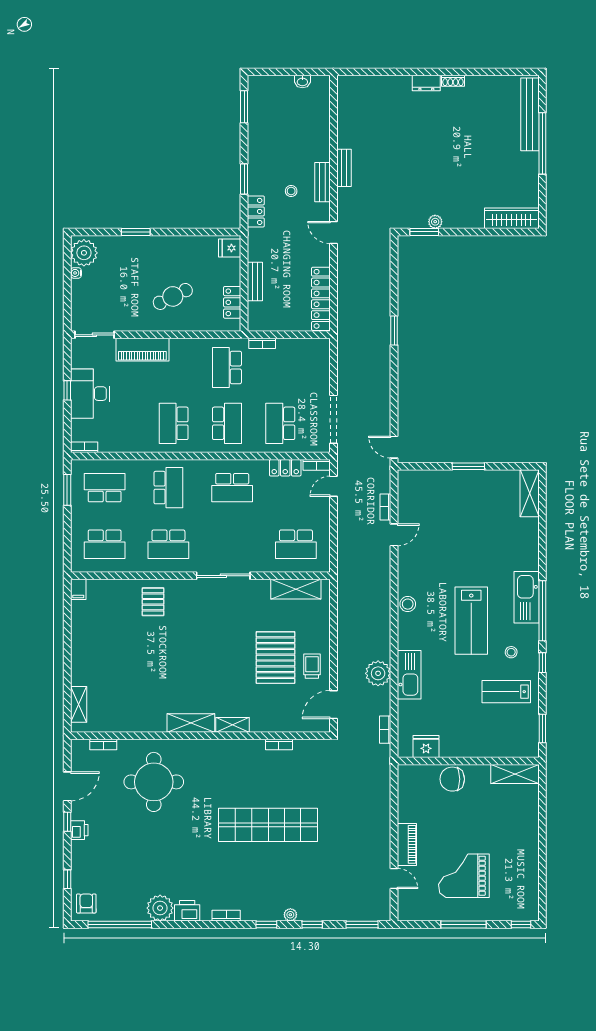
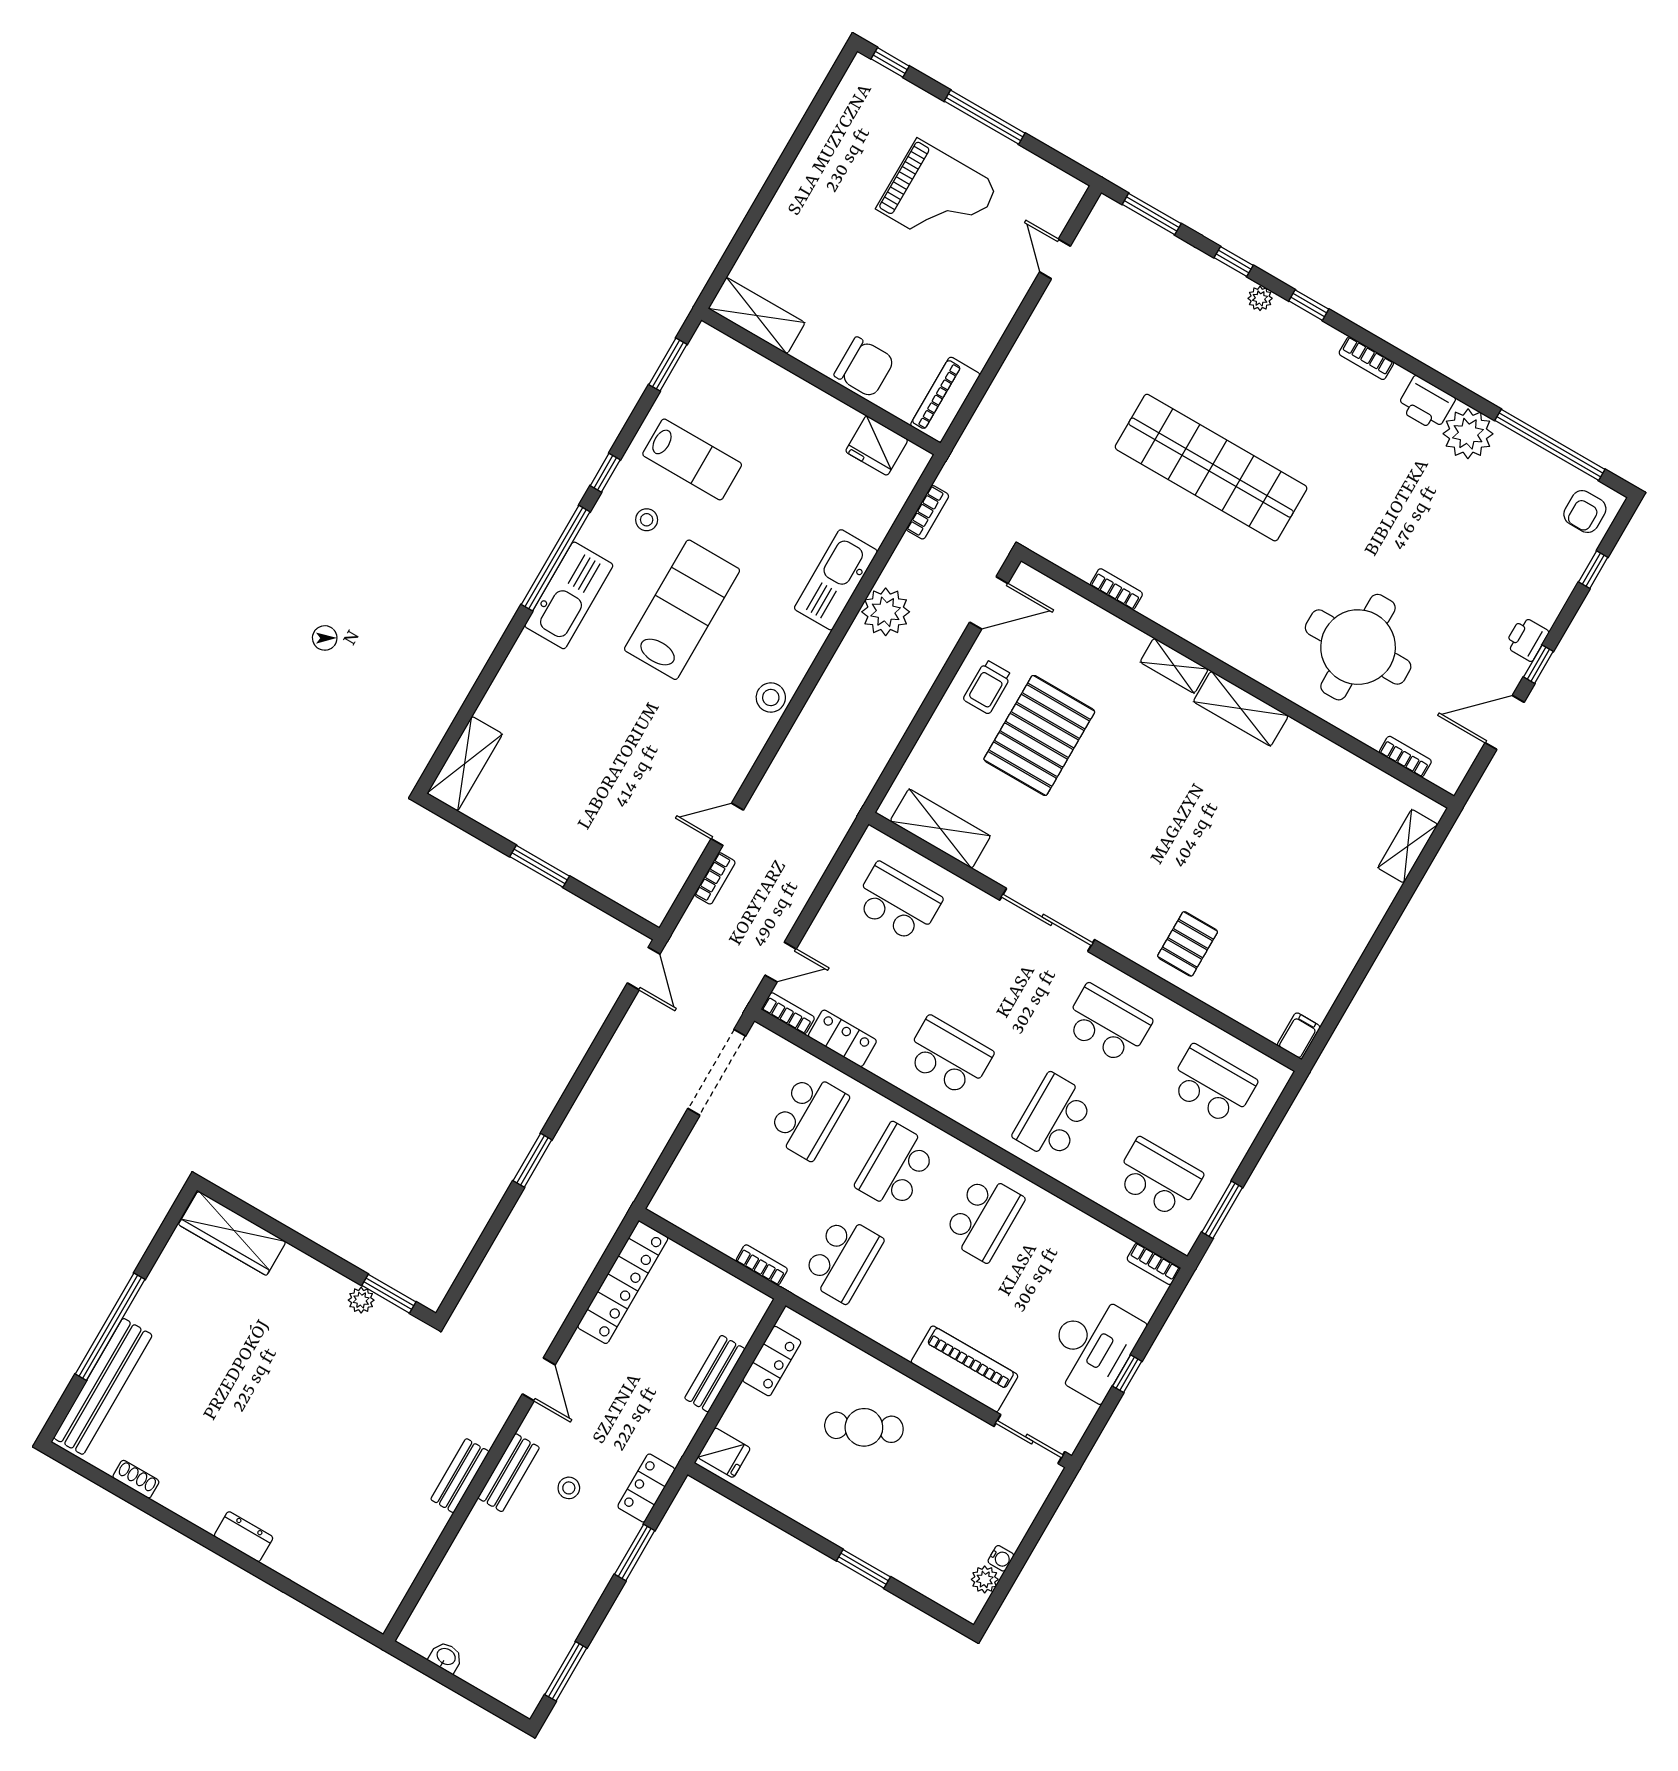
shoe rack: (453, 81) -> (136, 1479), moved
plant: (84, 253) -> (985, 1579), width x0.53, depth x0.53
school desk: (105, 488) -> (1158, 1178), turned 180
piano: (407, 844) -> (945, 400), moved

